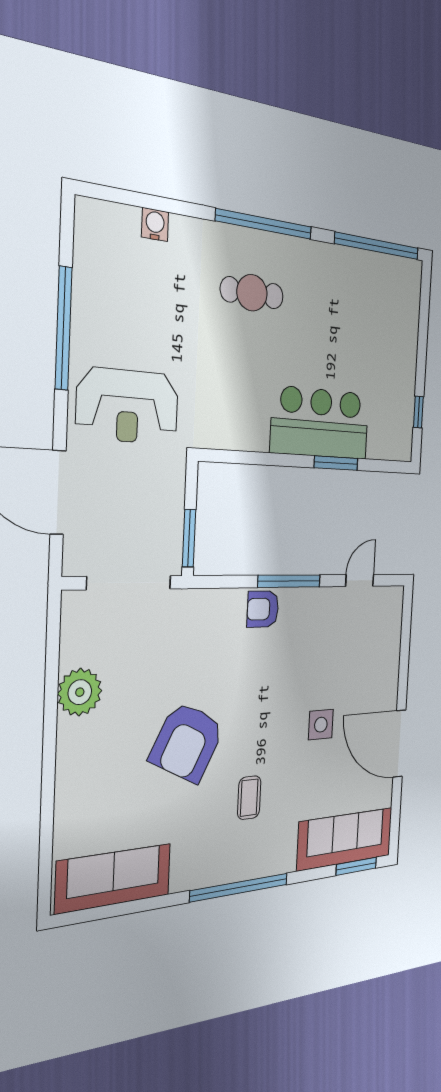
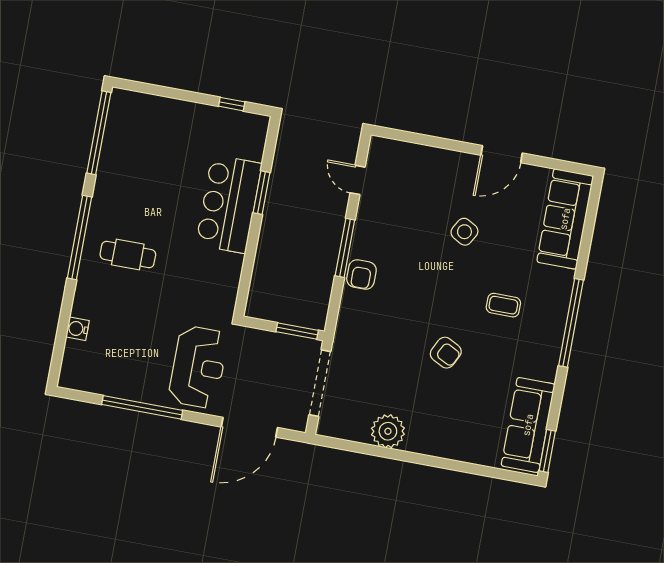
cafe table: (252, 293) -> (128, 254), turned 90
side table: (321, 725) -> (464, 232), turned 30
armchair: (187, 742) -> (446, 353), width x0.53, depth x0.53
door: (399, 744) -> (502, 154), width x0.73
window: (356, 866) -> (547, 451), moved

